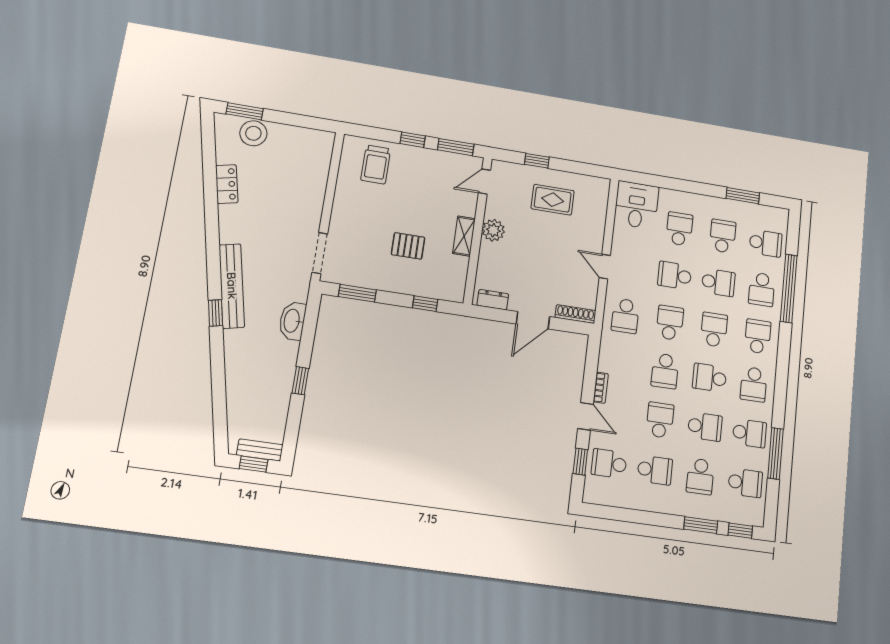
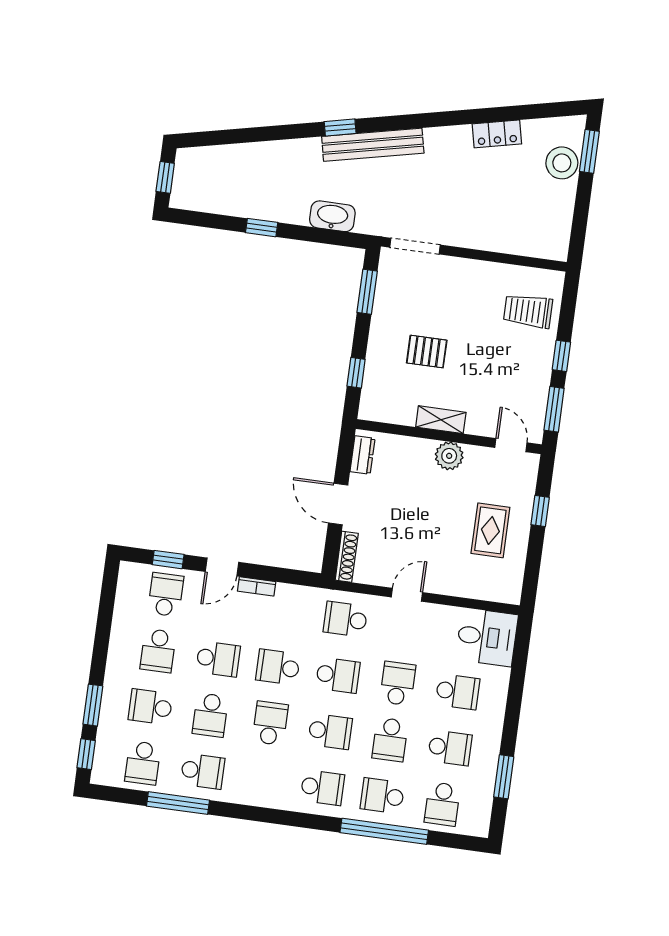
pallet: (408, 246) -> (427, 352), turned 90
school desk: (754, 384) -> (263, 779), removed
school desk: (749, 433) -> (203, 771), turned -90
bench: (260, 450) -> (181, 184), removed

